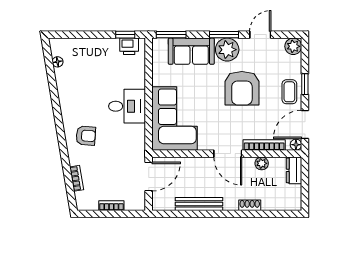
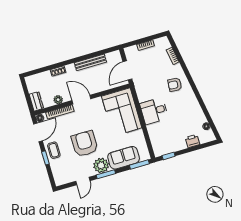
printer: (129, 46) -> (192, 141), moved
plant: (293, 46) -> (60, 180), removed

